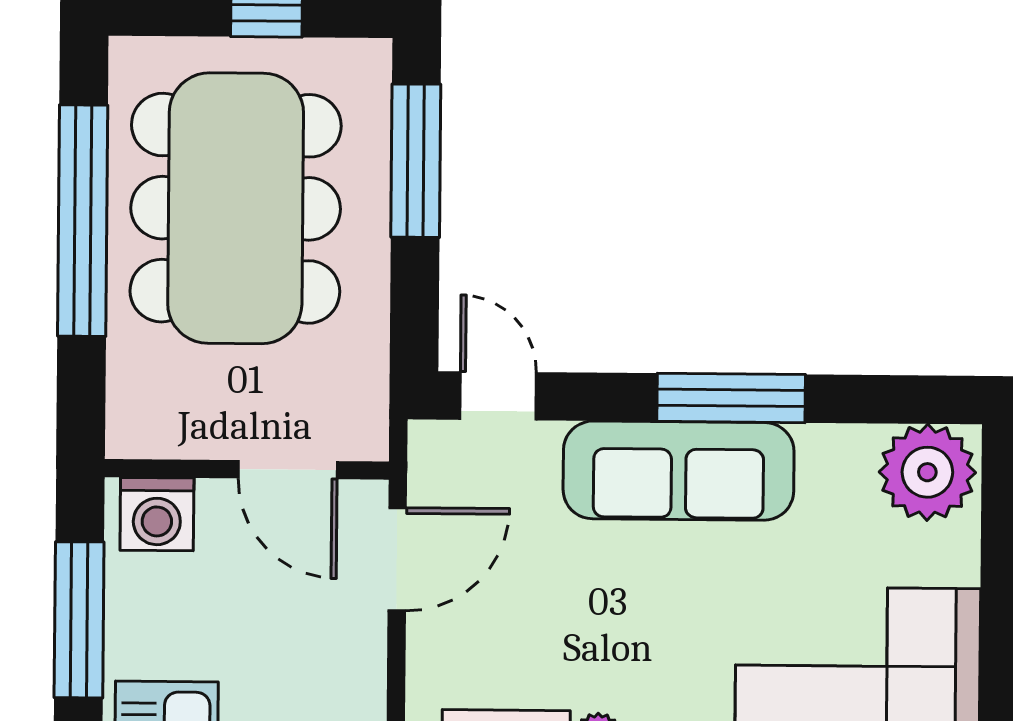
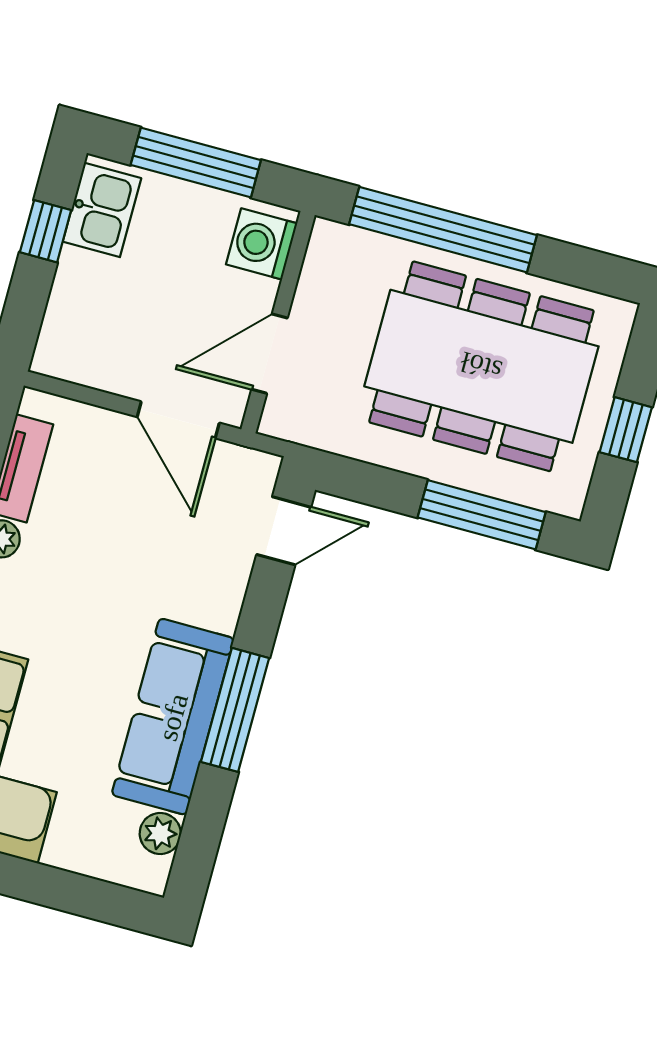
window: (83, 221) -> (443, 230), moved
sofa: (679, 471) -> (173, 717), moved
plant: (927, 472) -> (160, 833), width x0.53, depth x0.53

